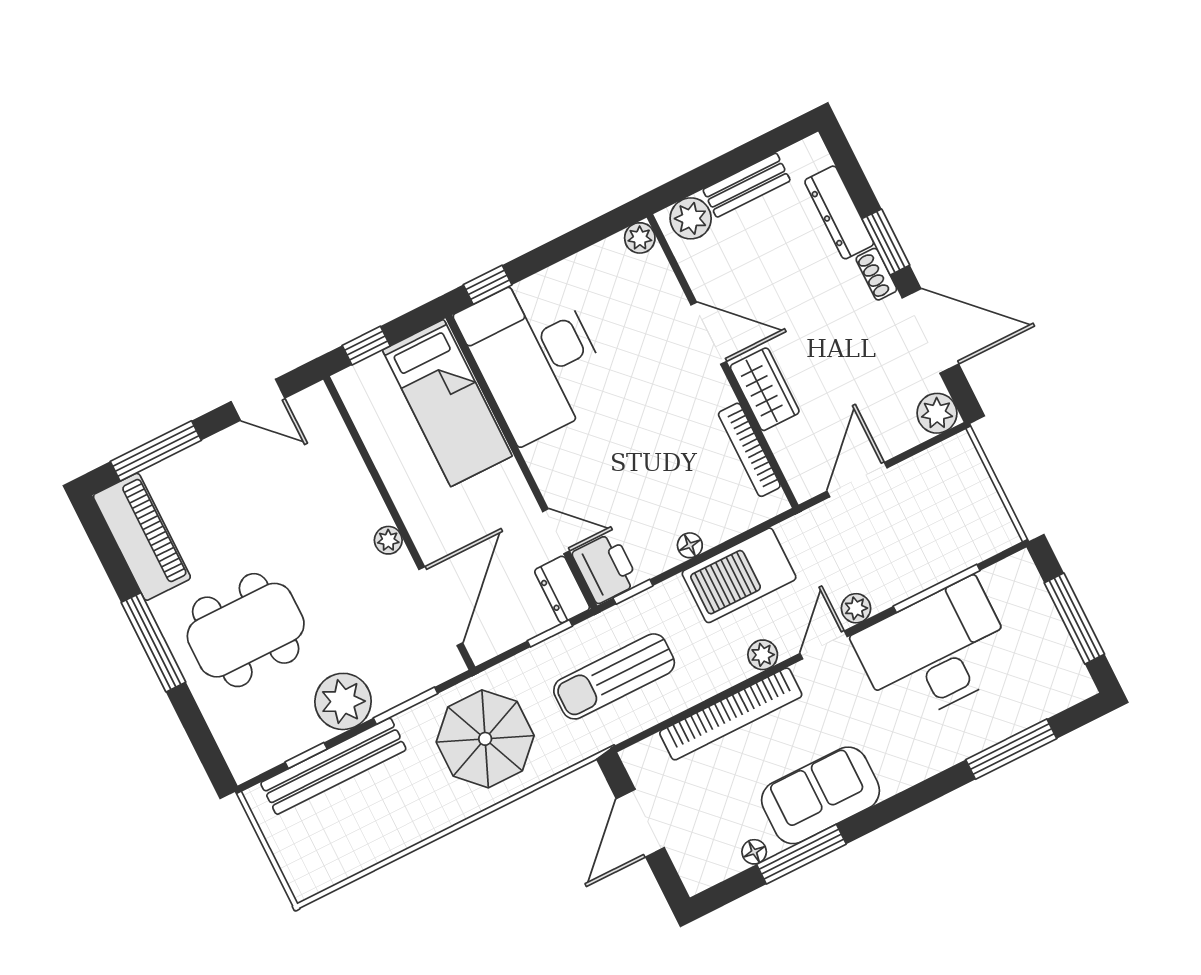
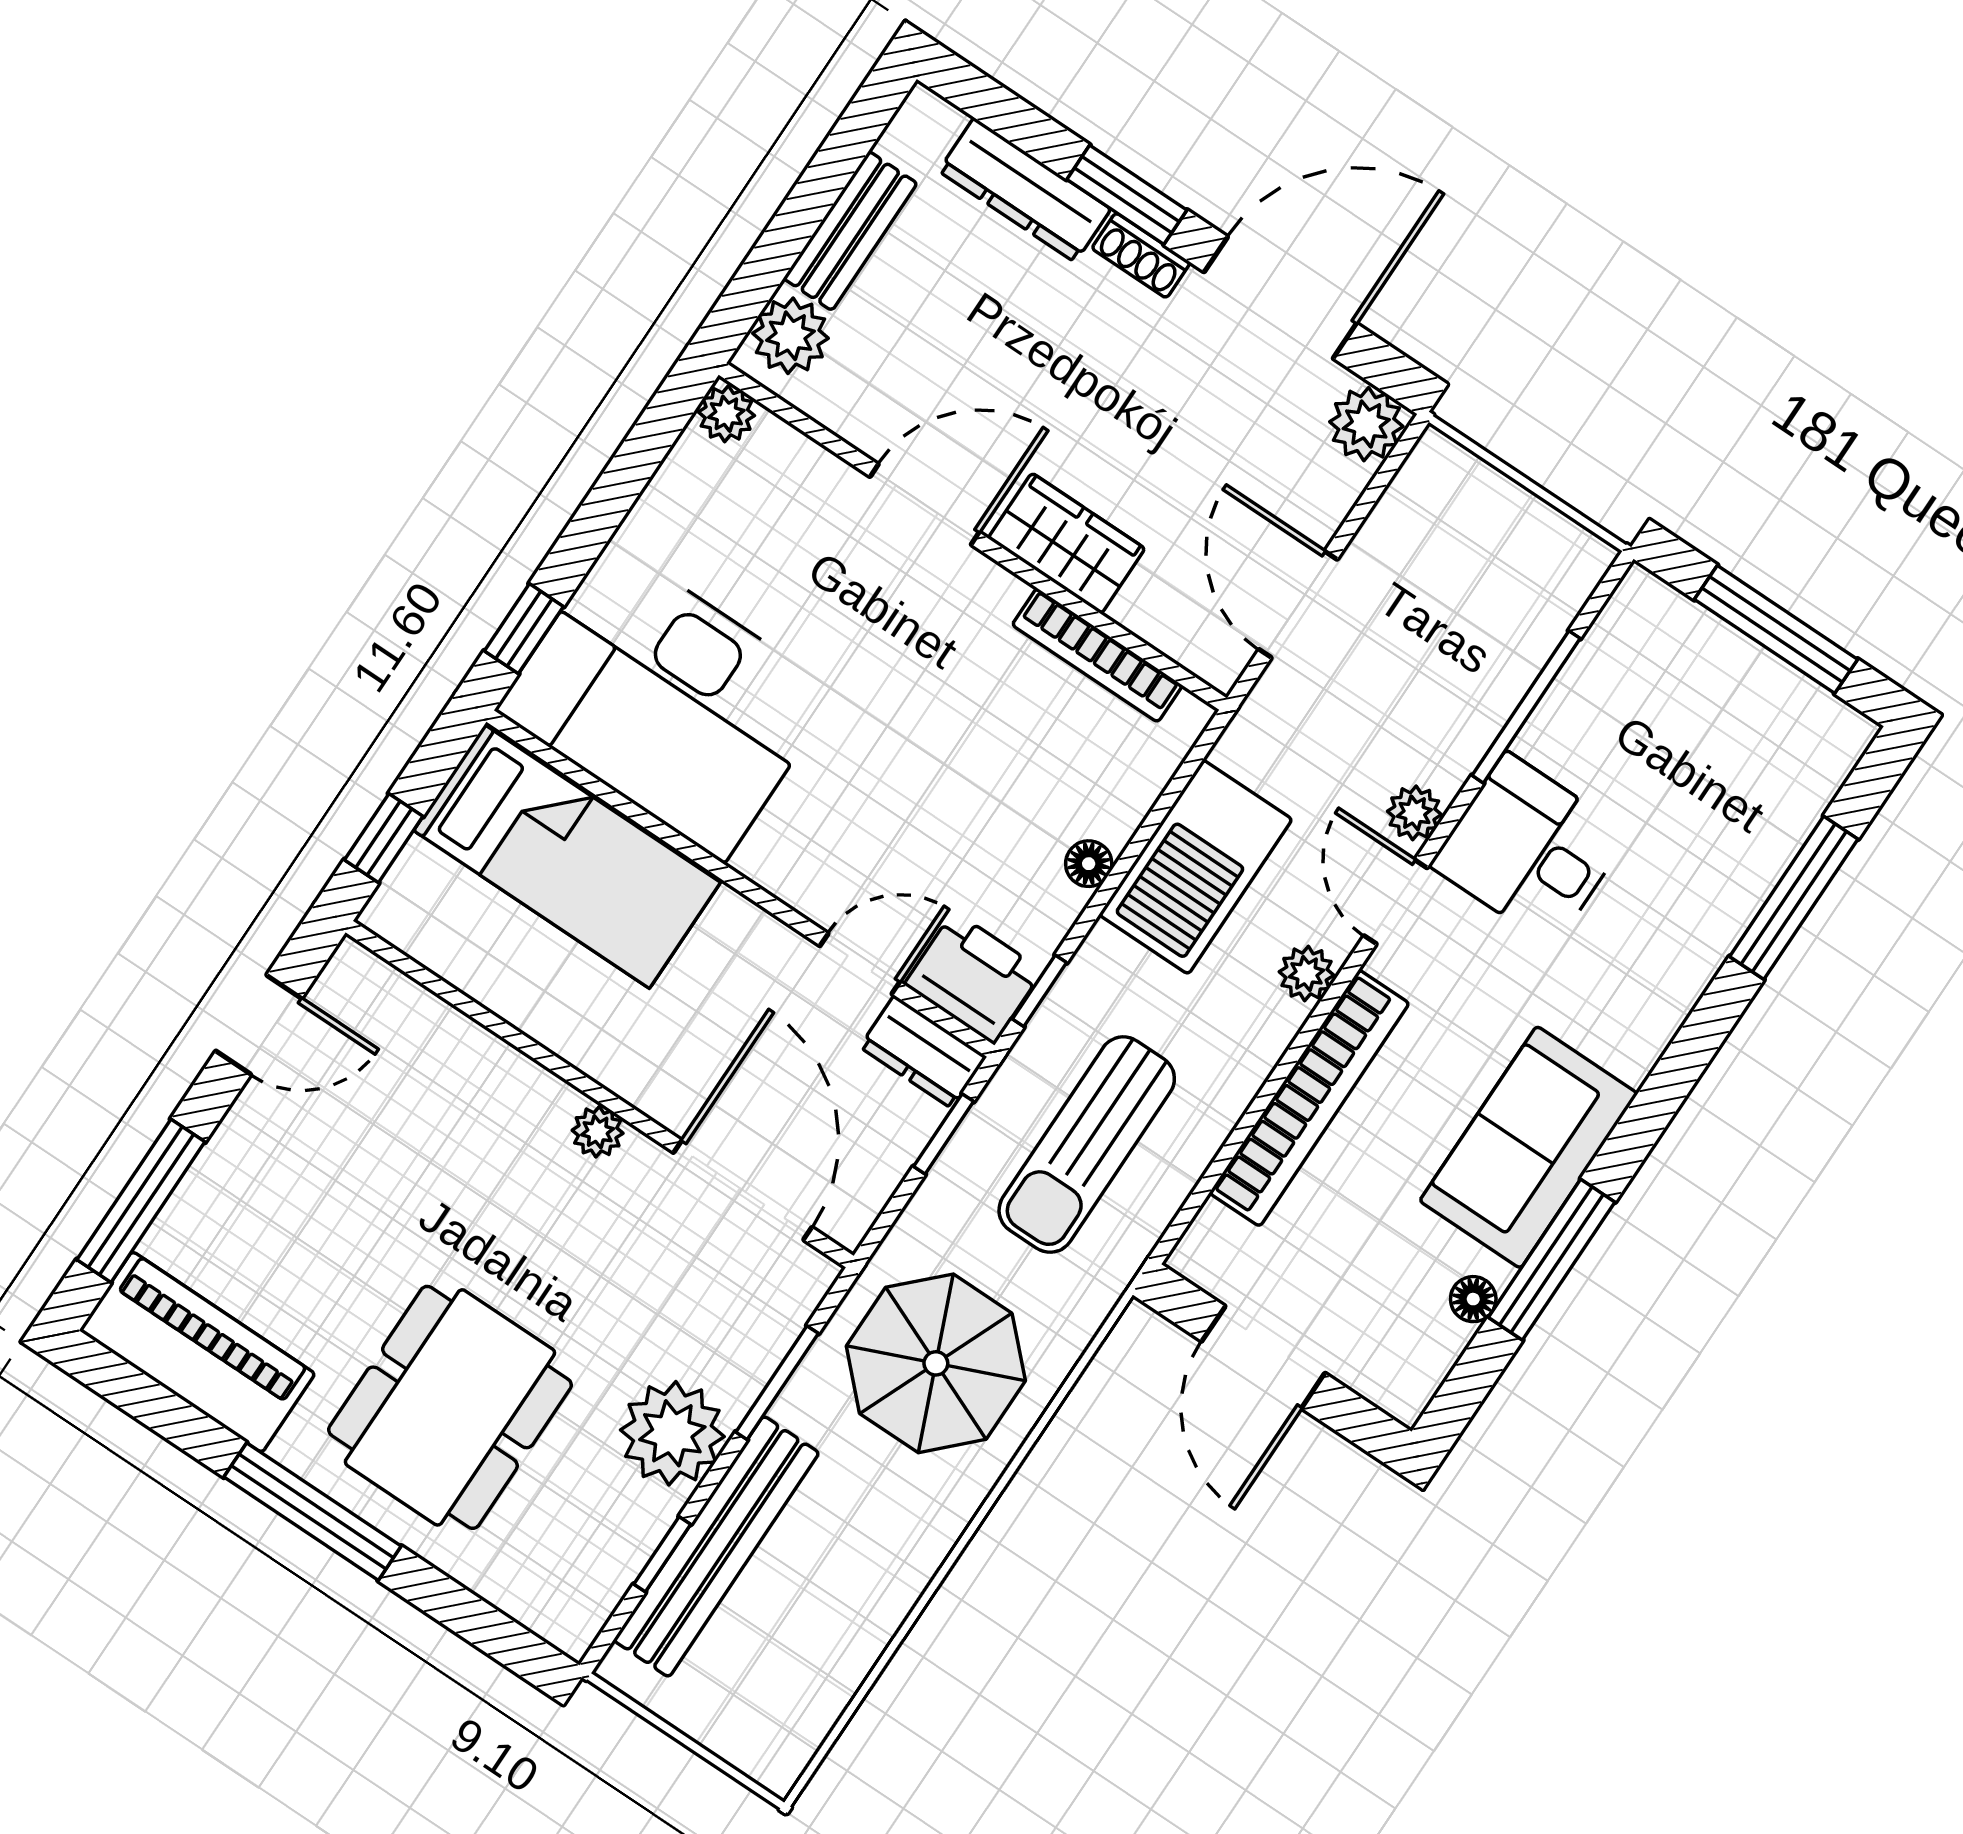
desk: (935, 652) -> (1530, 850), width x0.53, depth x0.77

